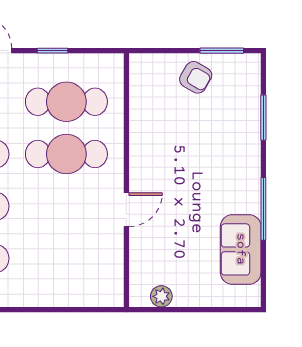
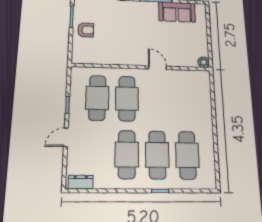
armchair: (196, 77) -> (86, 30), turned 60
plant: (161, 296) -> (204, 62), moved

